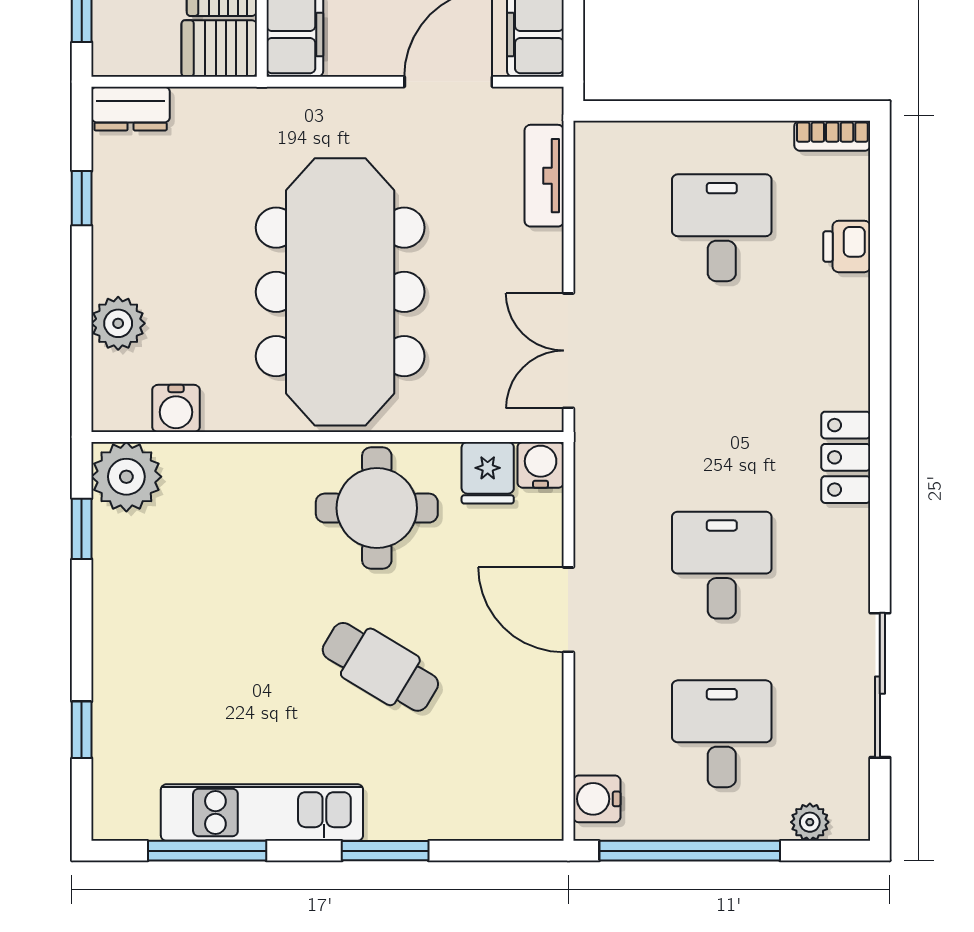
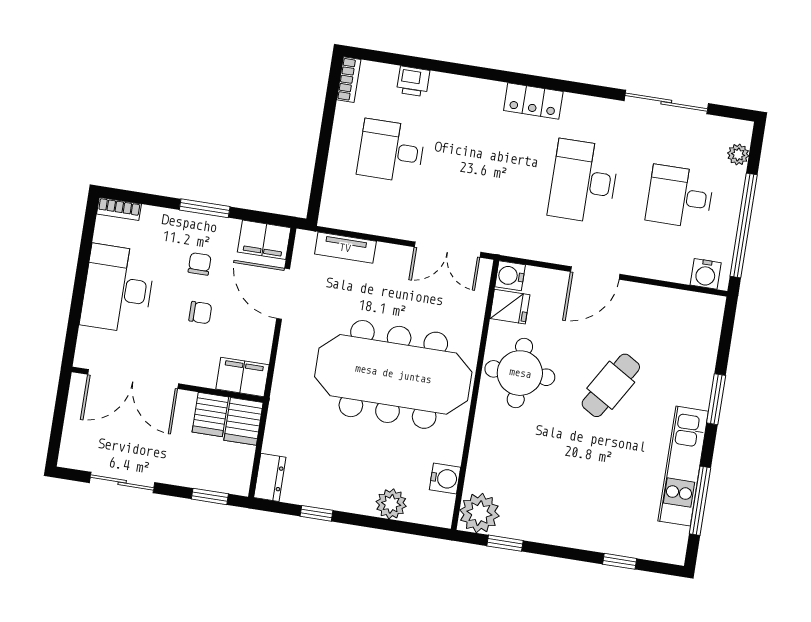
desk: (722, 565) -> (584, 181), width x1.37

